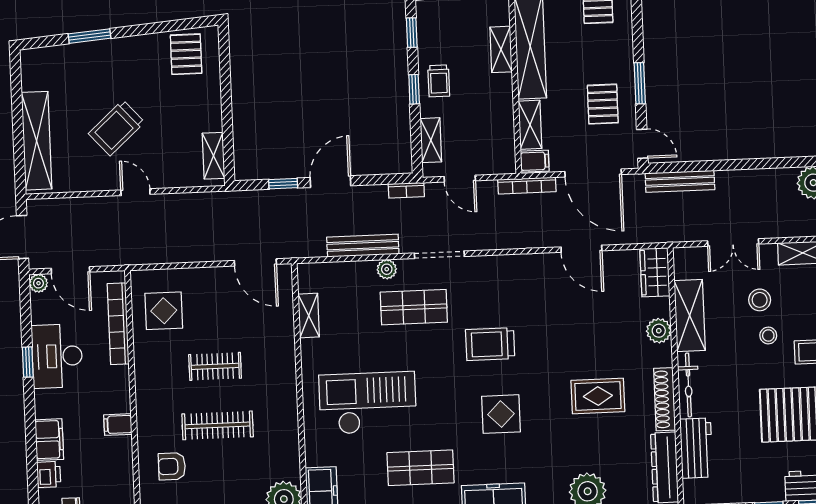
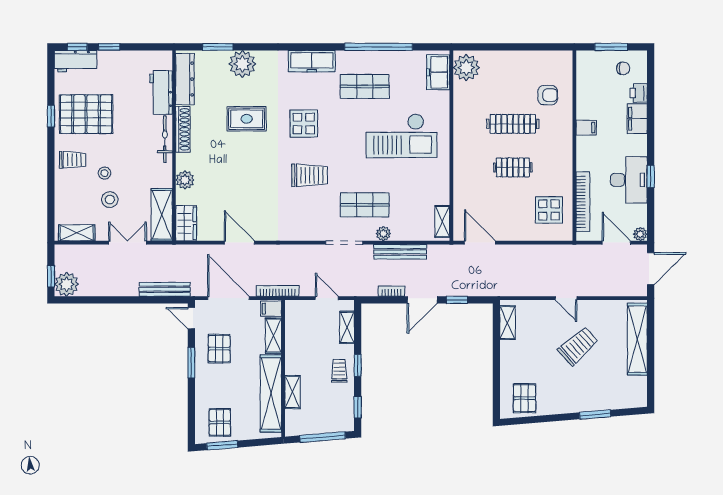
bookcase: (406, 190) -> (391, 291), moved
shelving: (309, 315) -> (442, 221), moved
shelving: (690, 315) -> (162, 215), moved
rug: (598, 396) -> (247, 119), moved

